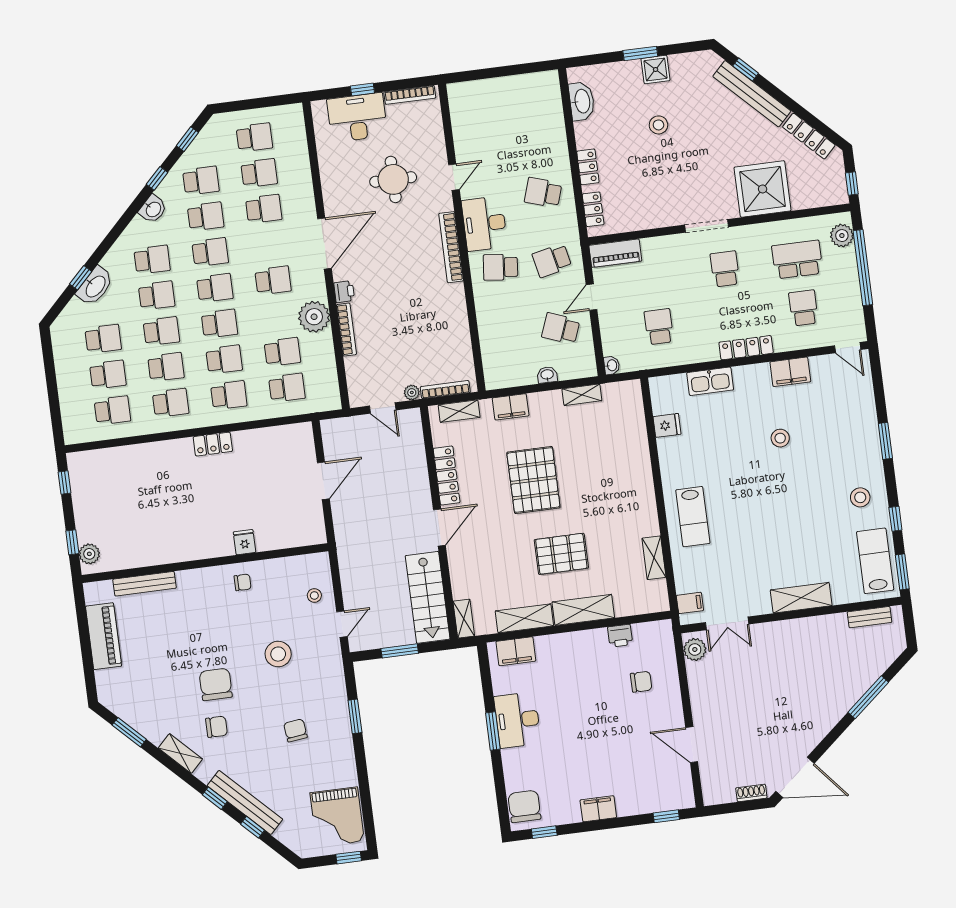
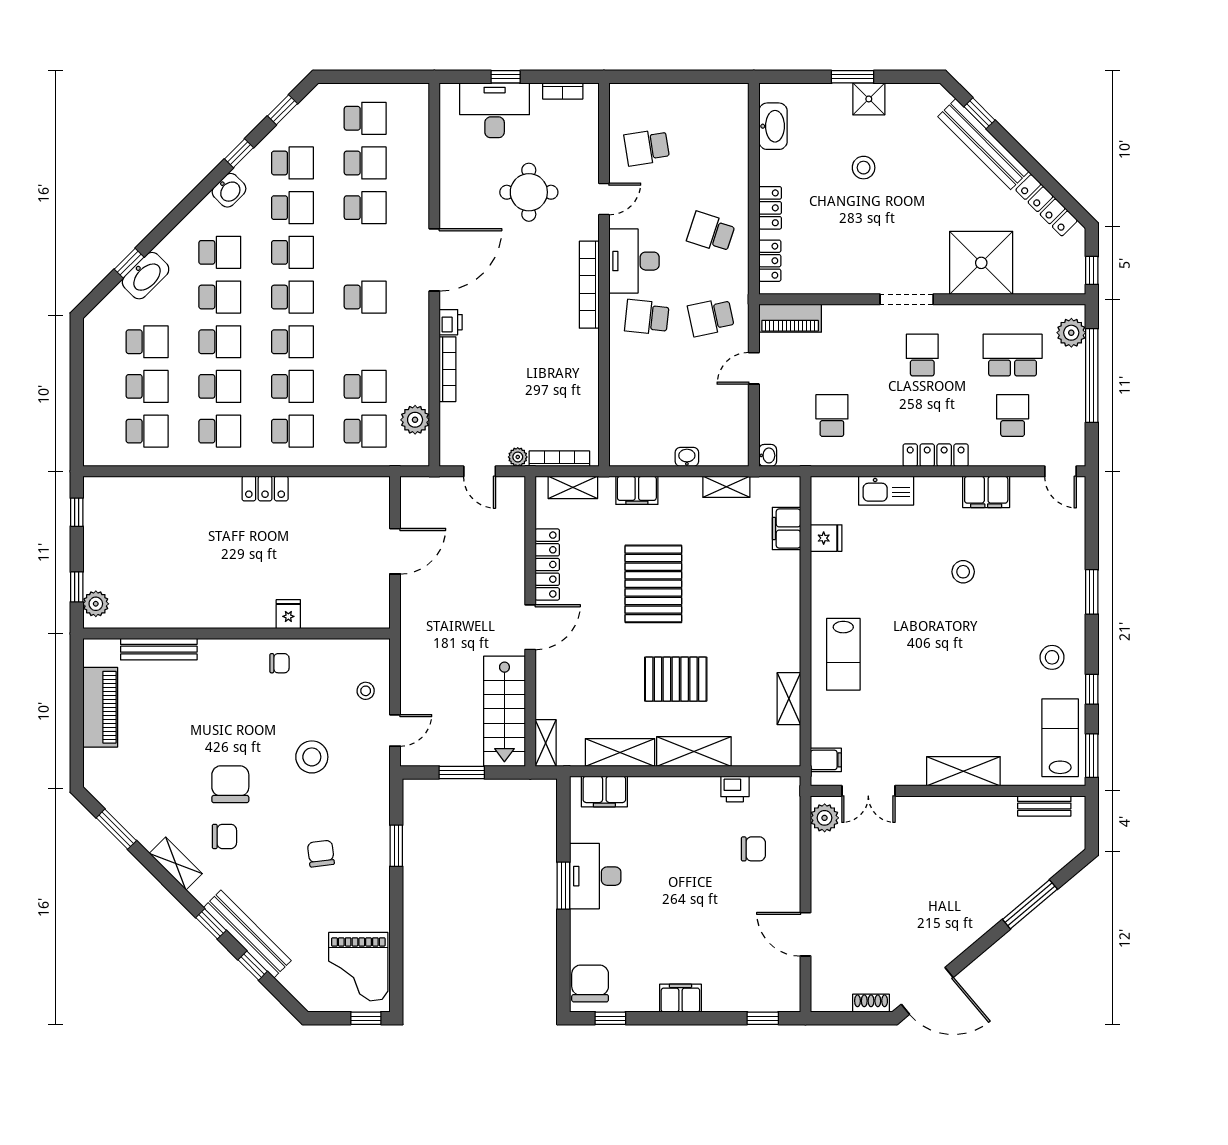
bookcase: (410, 95) -> (563, 91), width x0.64
plant: (314, 317) -> (415, 420), moved, width x0.73, depth x0.73
school desk: (561, 328) -> (647, 147), moved, turned -30
filing cabinet: (634, 422) -> (786, 529), added

